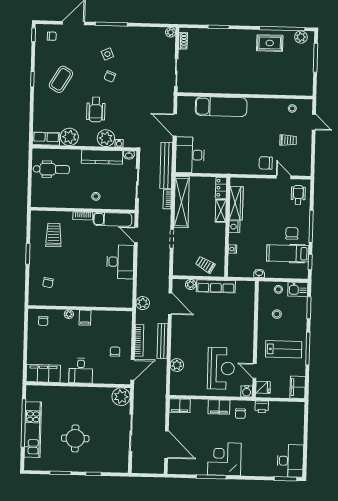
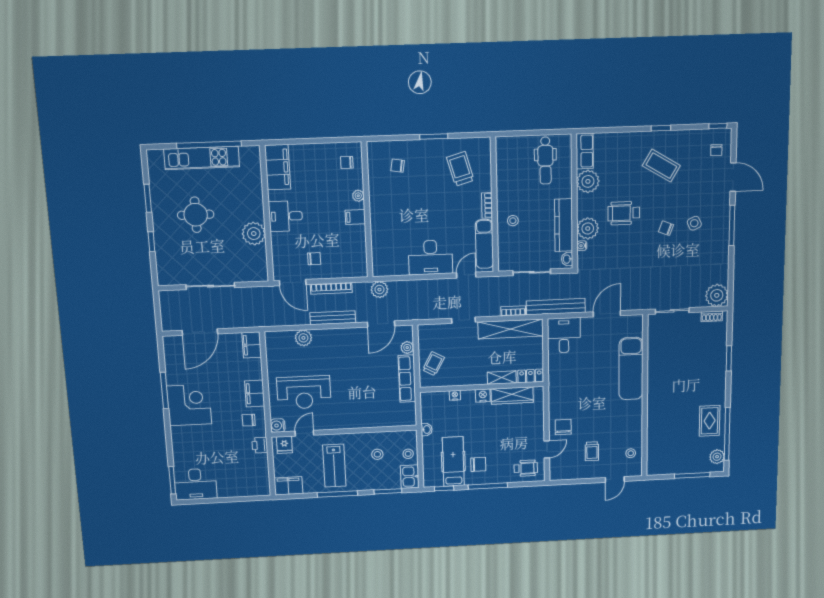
plant: (171, 32) -> (717, 295), width x1.88, depth x1.88
desk: (190, 155) -> (564, 335), width x0.73
trolley: (54, 235) -> (460, 169), turned -106
plant: (121, 397) -> (254, 234), moved

